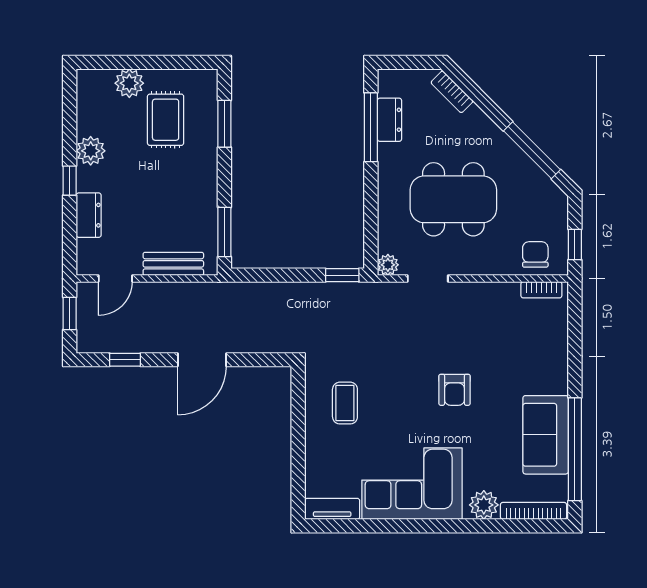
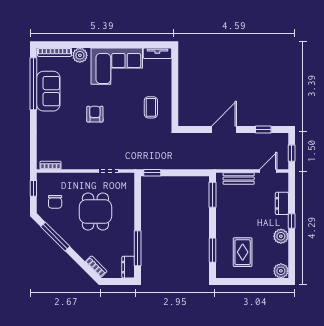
plant: (129, 83) -> (281, 271), moved
dresser: (389, 120) -> (128, 267), moved
dining table: (453, 199) -> (95, 211), width x0.73
chair: (535, 254) -> (55, 202), moved
plant: (388, 265) -> (129, 178), removed

